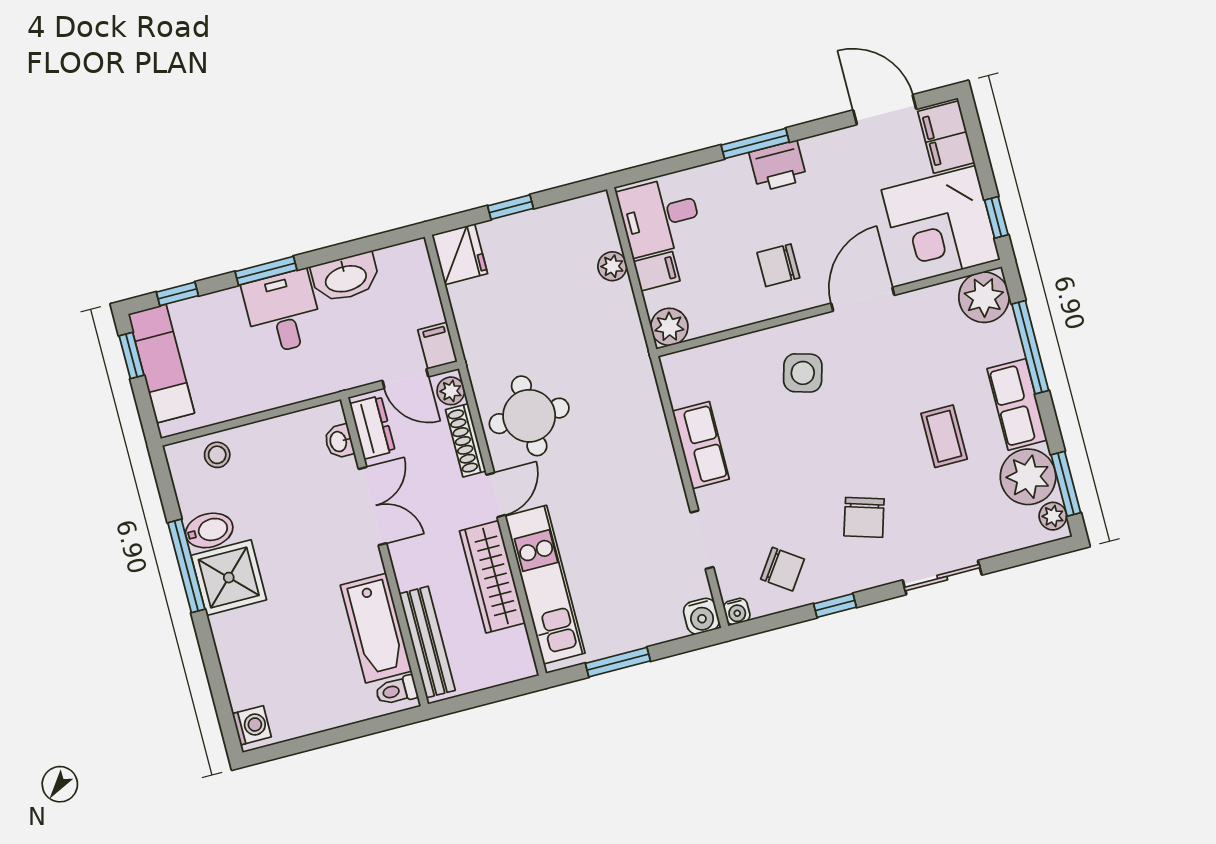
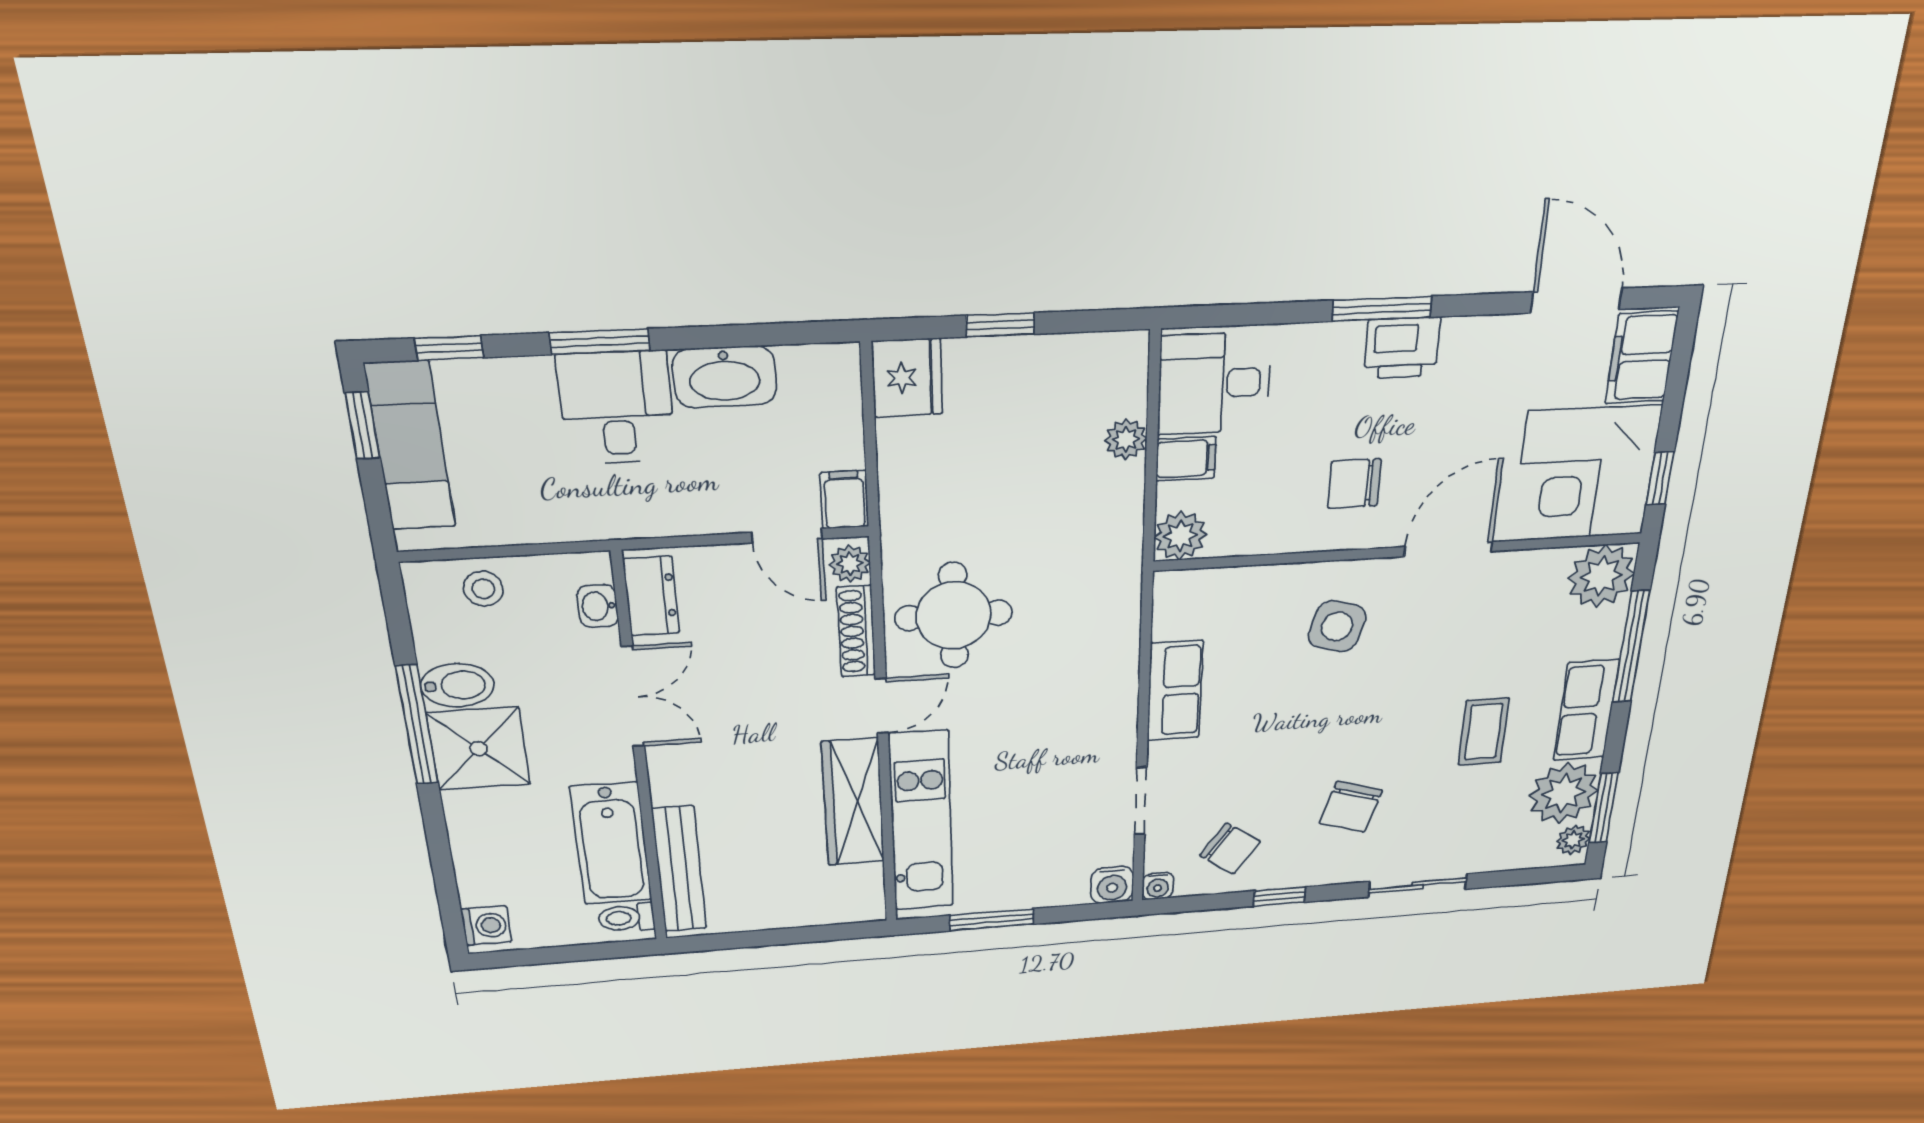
dresser: (372, 427) -> (651, 596), moved
washbasin: (339, 441) -> (598, 606), moved
double door: (373, 506) -> (633, 697), moved
wall: (384, 552) -> (640, 755), moved
bathtub: (376, 628) -> (611, 844), moved
bench: (427, 642) -> (679, 869), moved
toilet: (396, 691) -> (626, 918), moved

